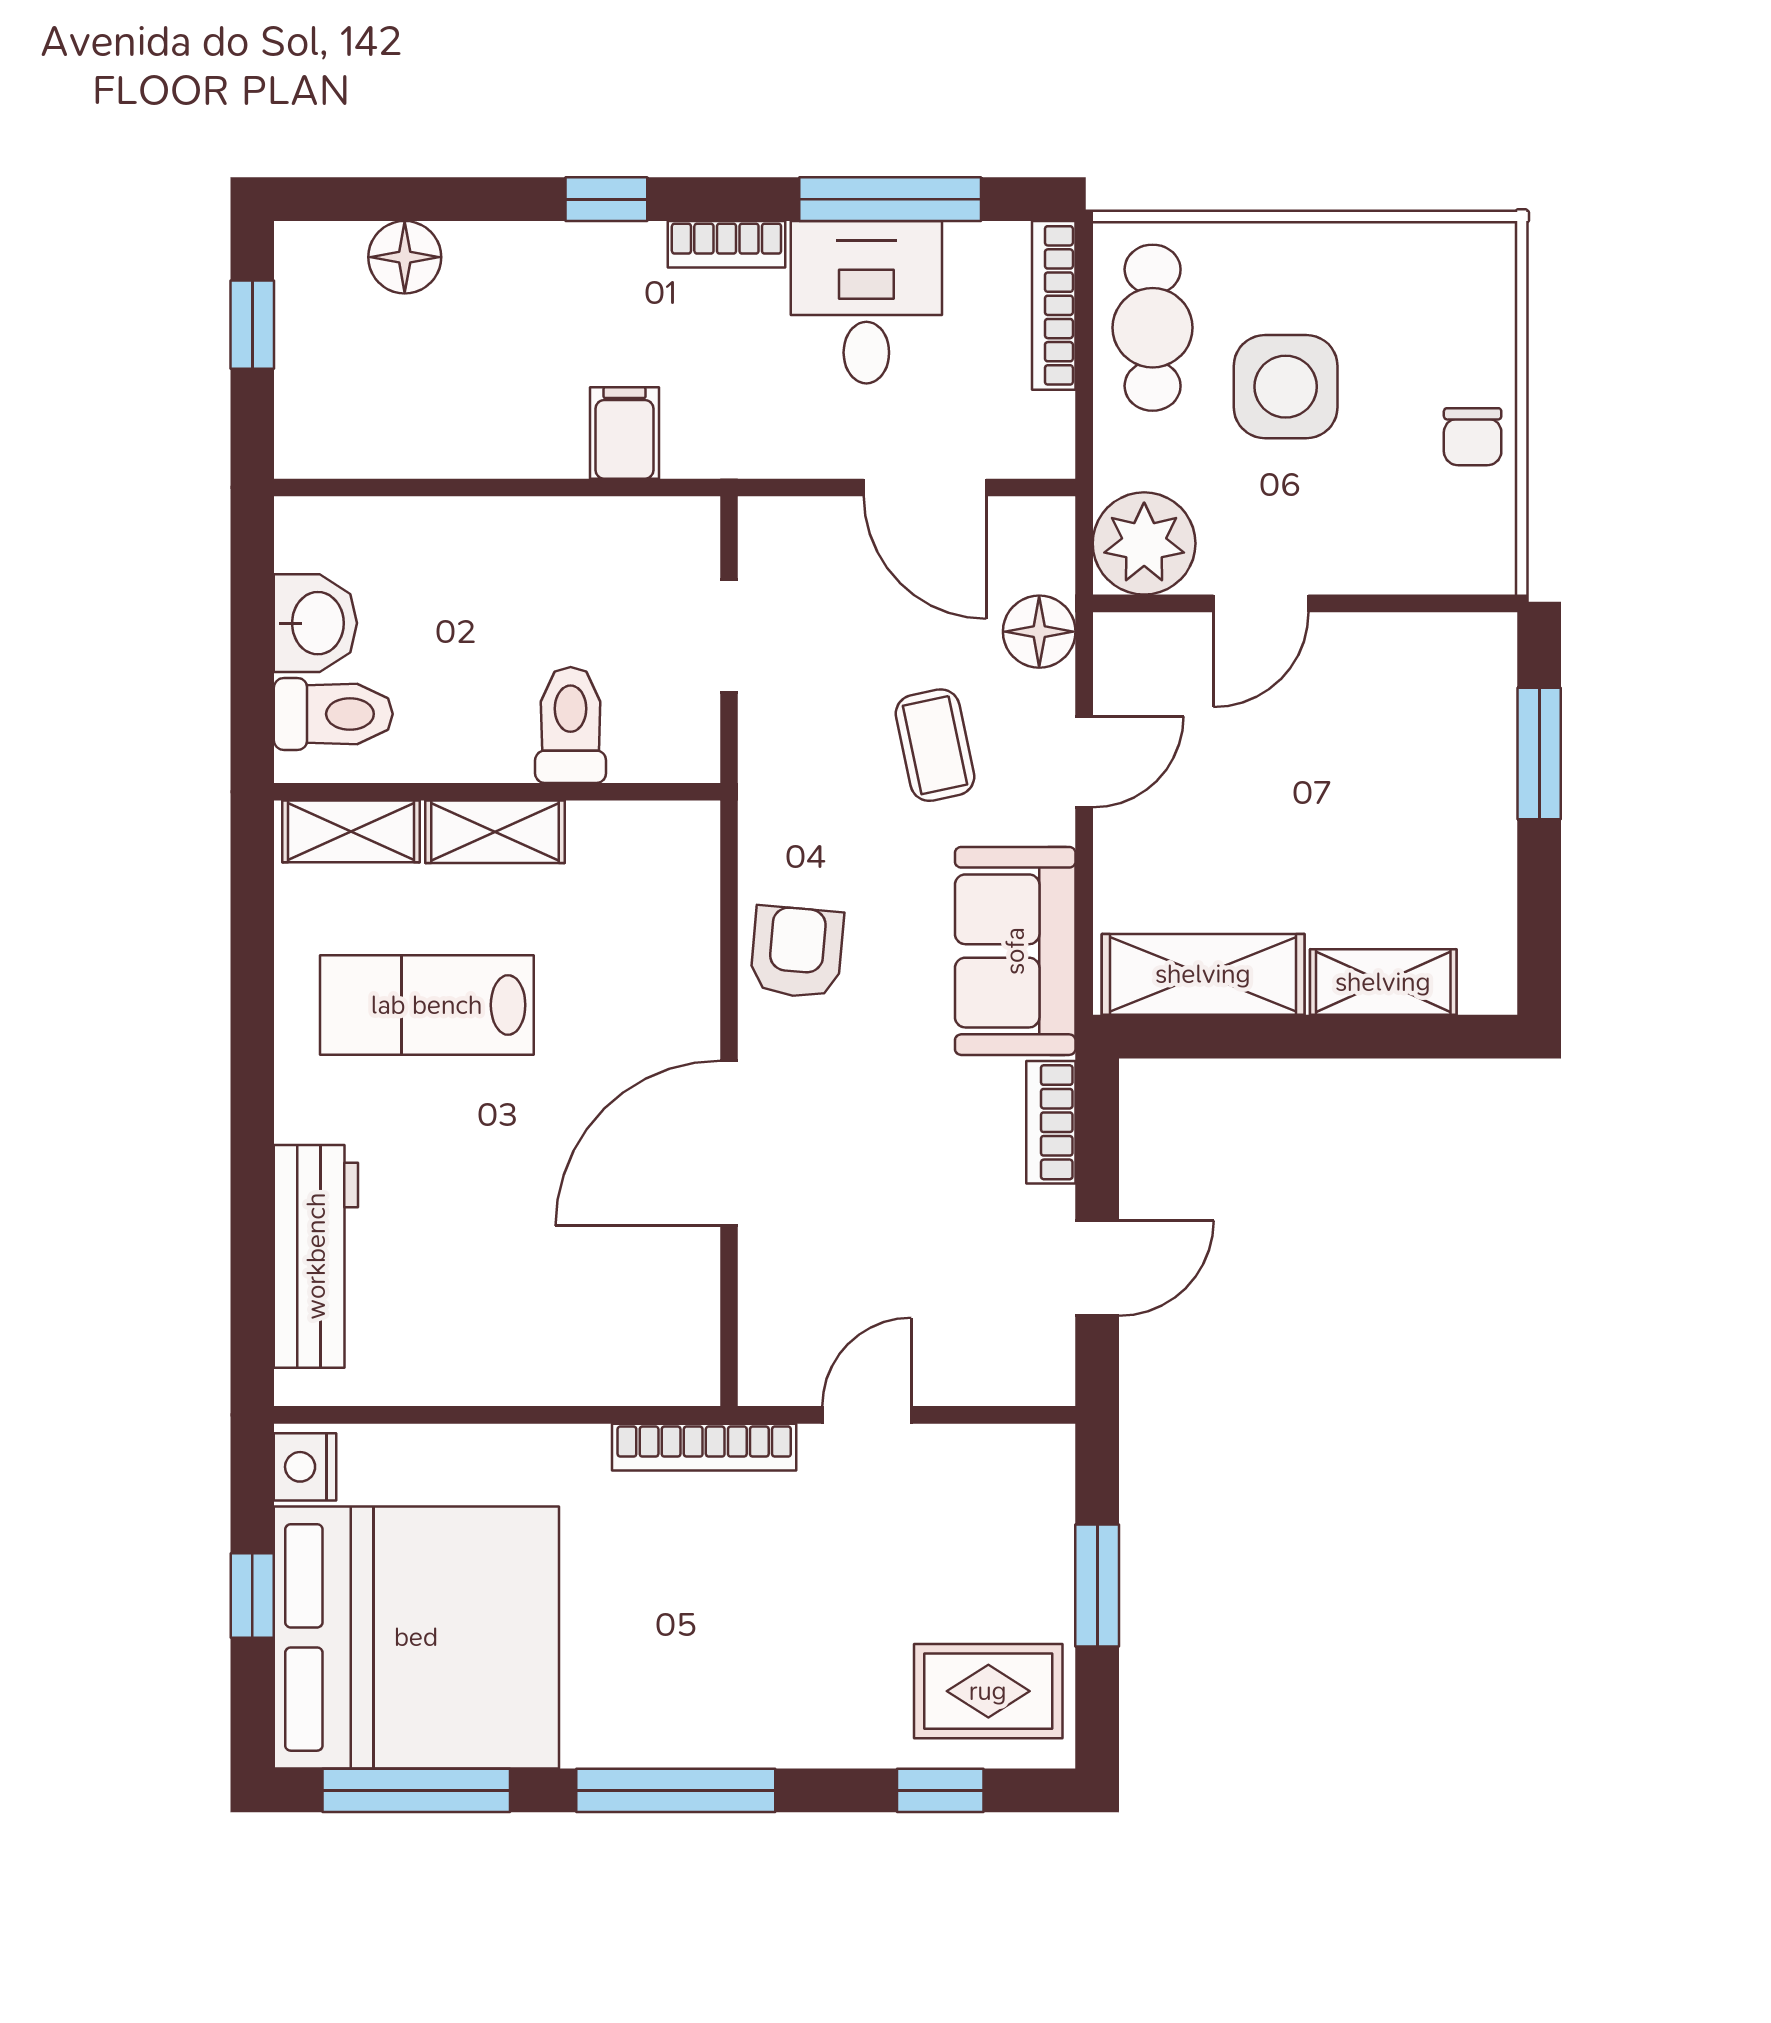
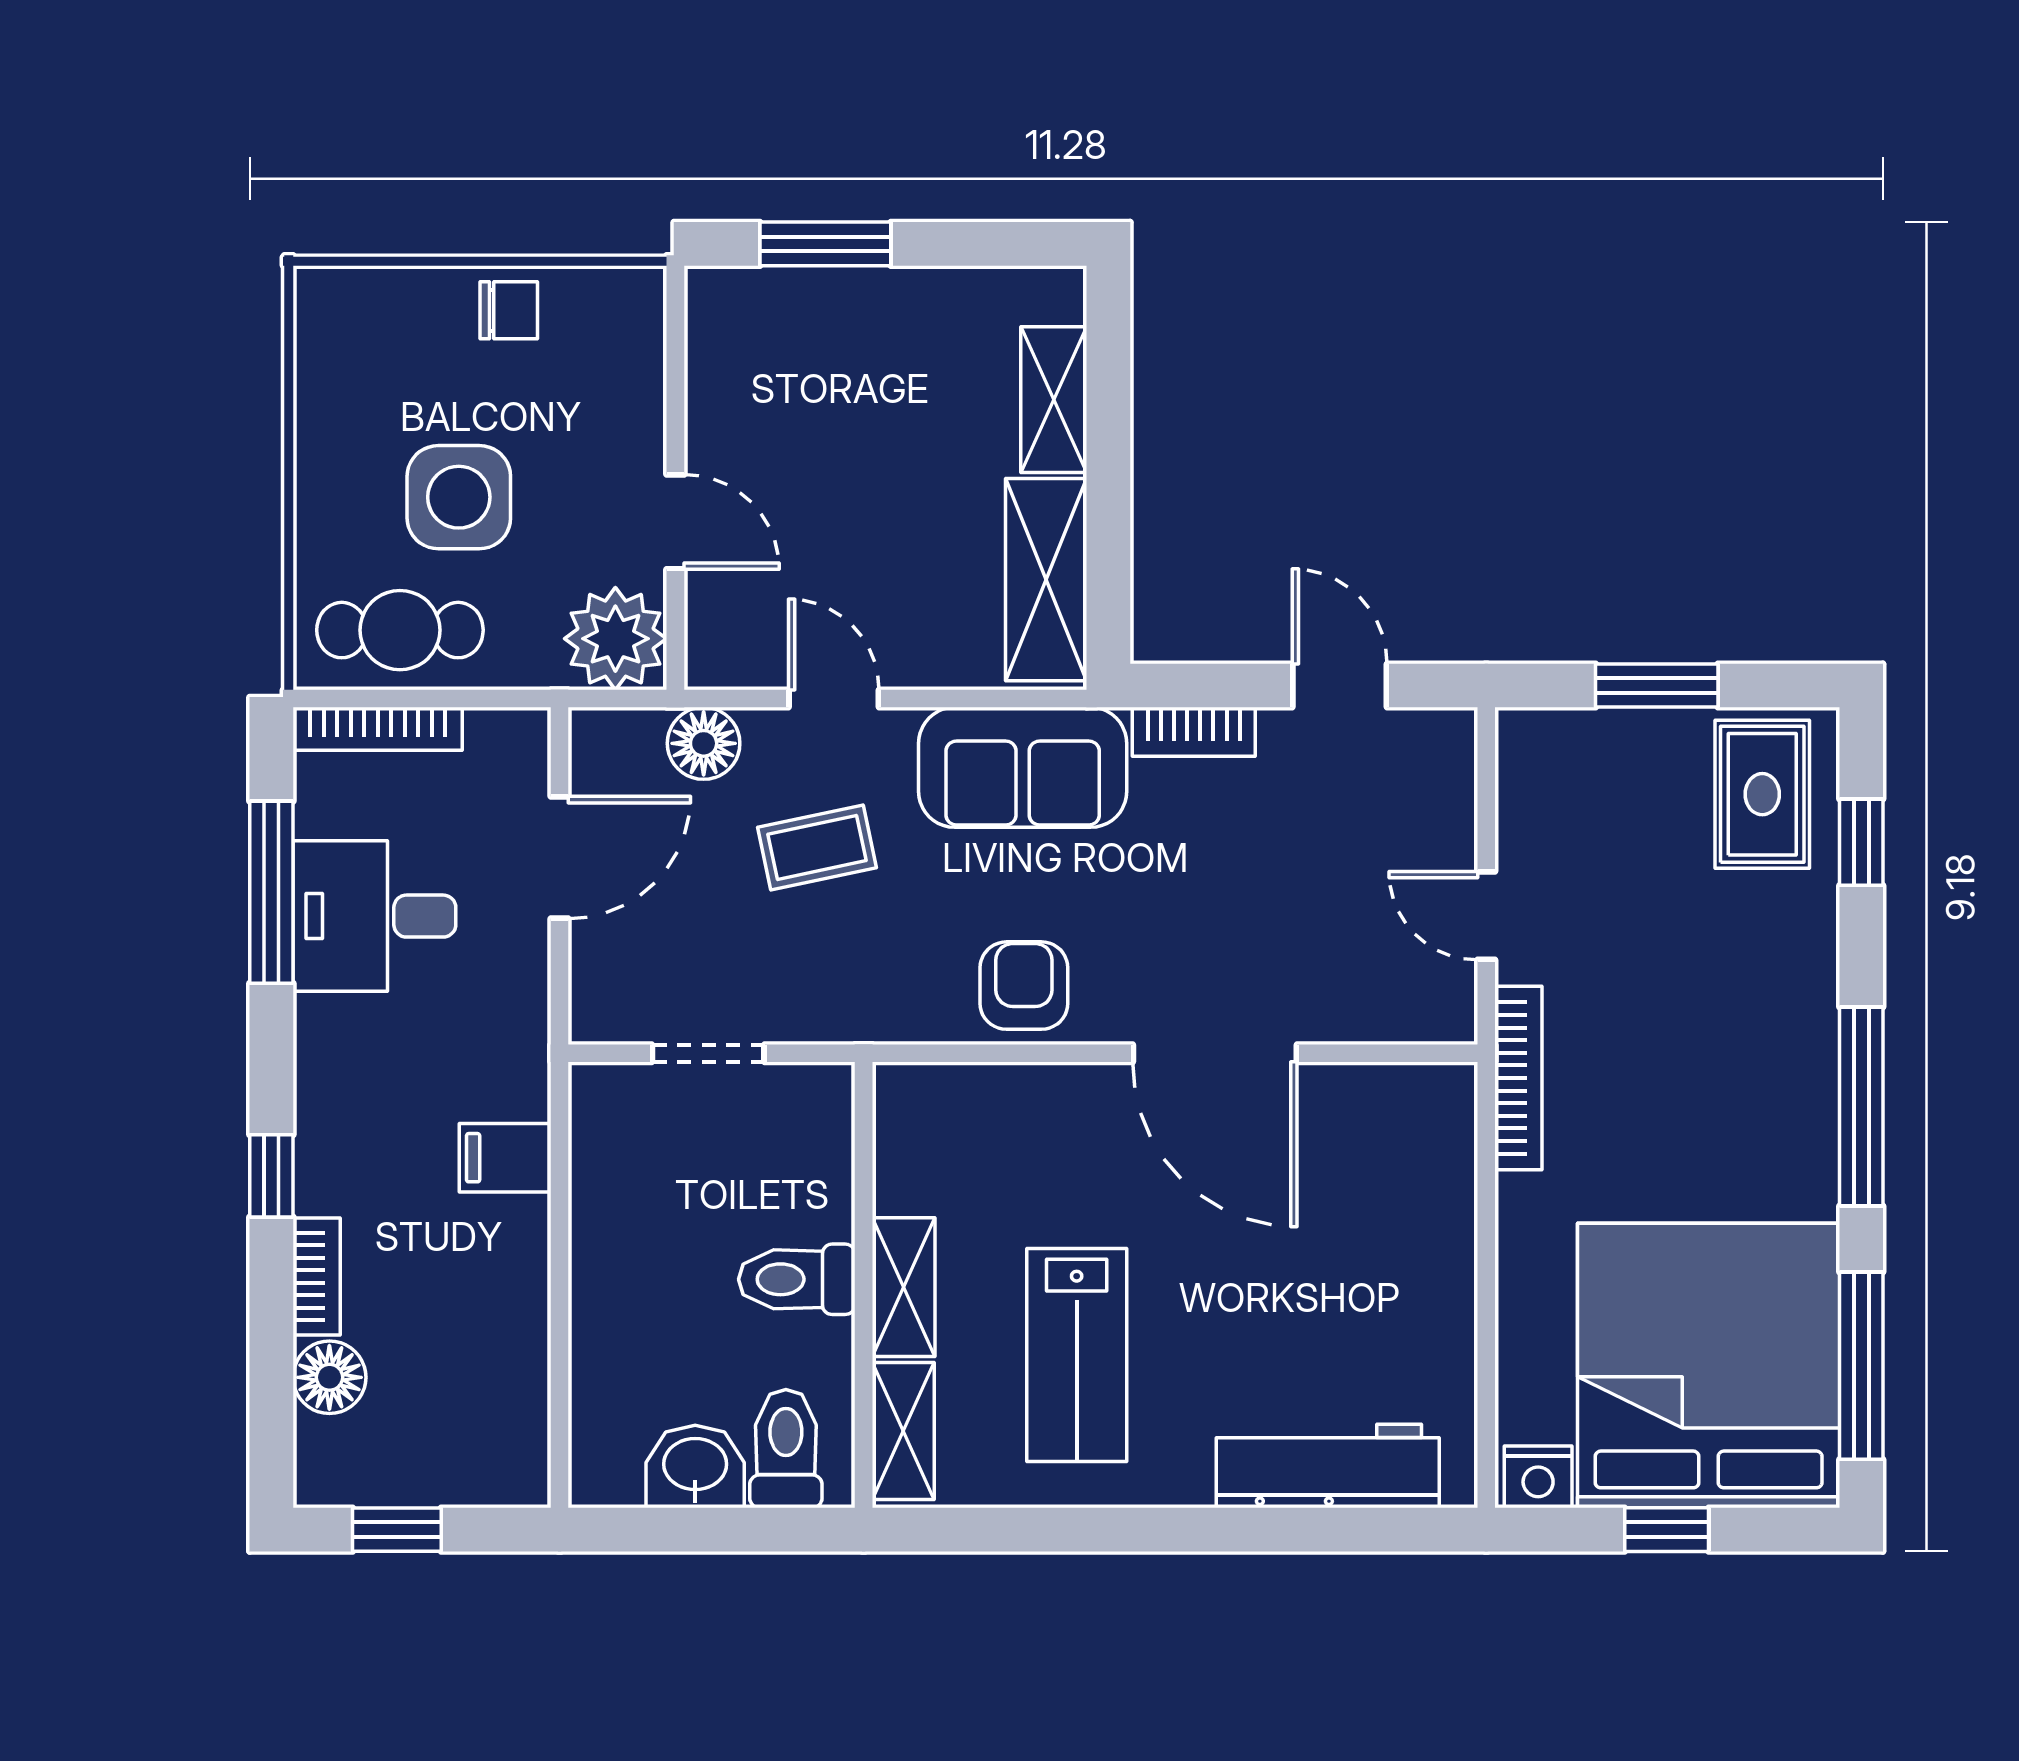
bookcase: (726, 244) -> (317, 1277), moved
toilet: (571, 725) -> (797, 1279), moved
armchair: (797, 952) -> (1024, 986), turned 85

